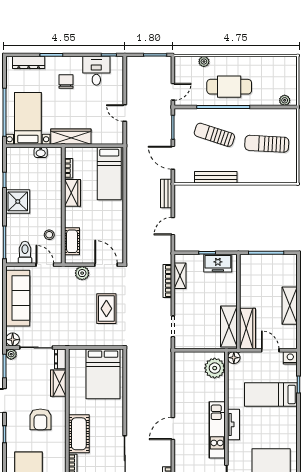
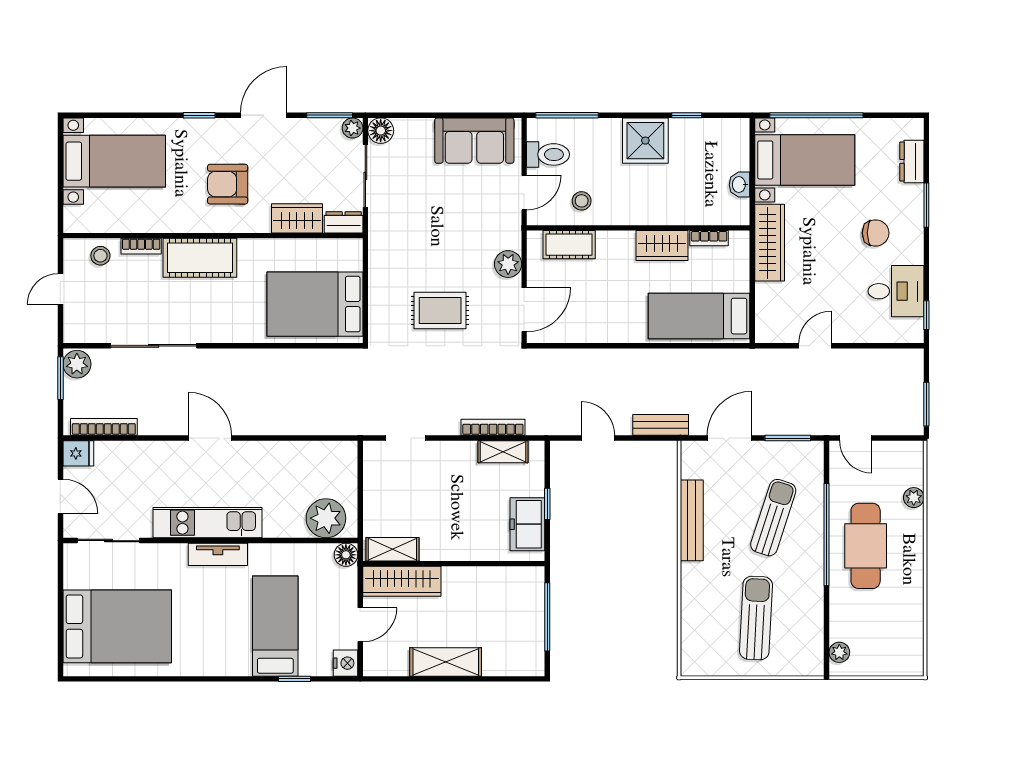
dresser: (29, 62) -> (912, 161), width x0.70
sofa: (18, 298) -> (474, 141), width x0.73
shelving: (229, 327) -> (392, 549), width x0.67, depth x0.75

